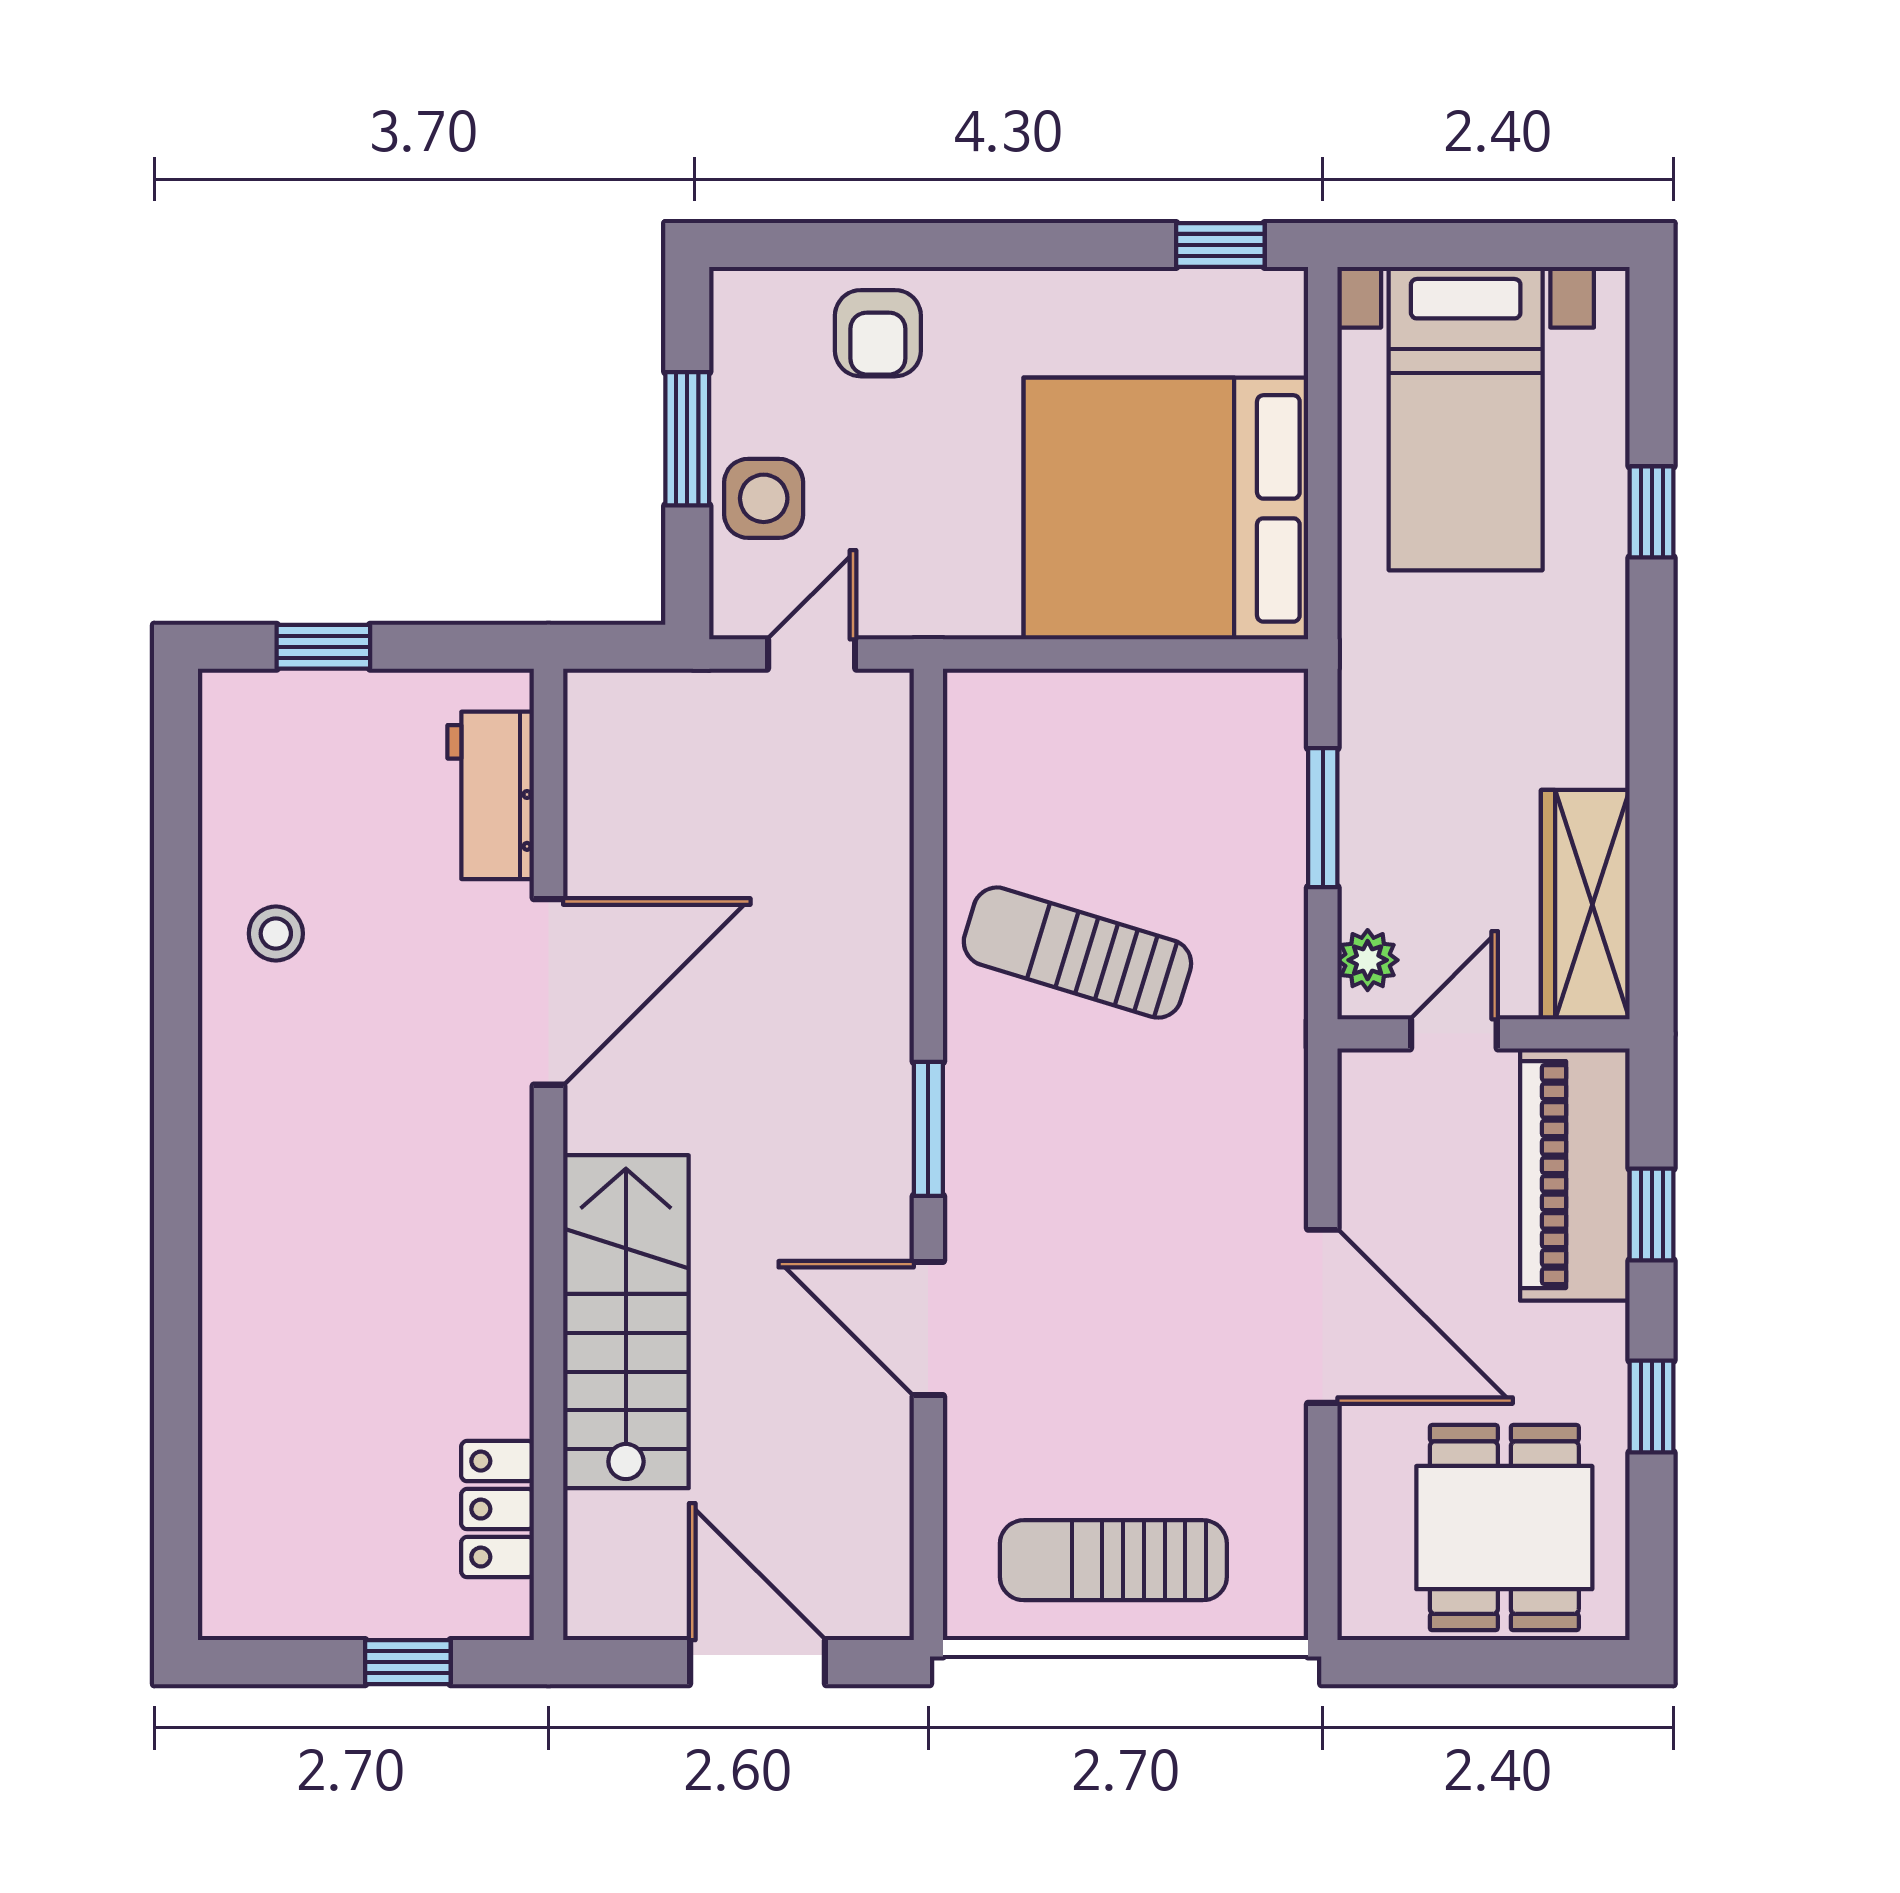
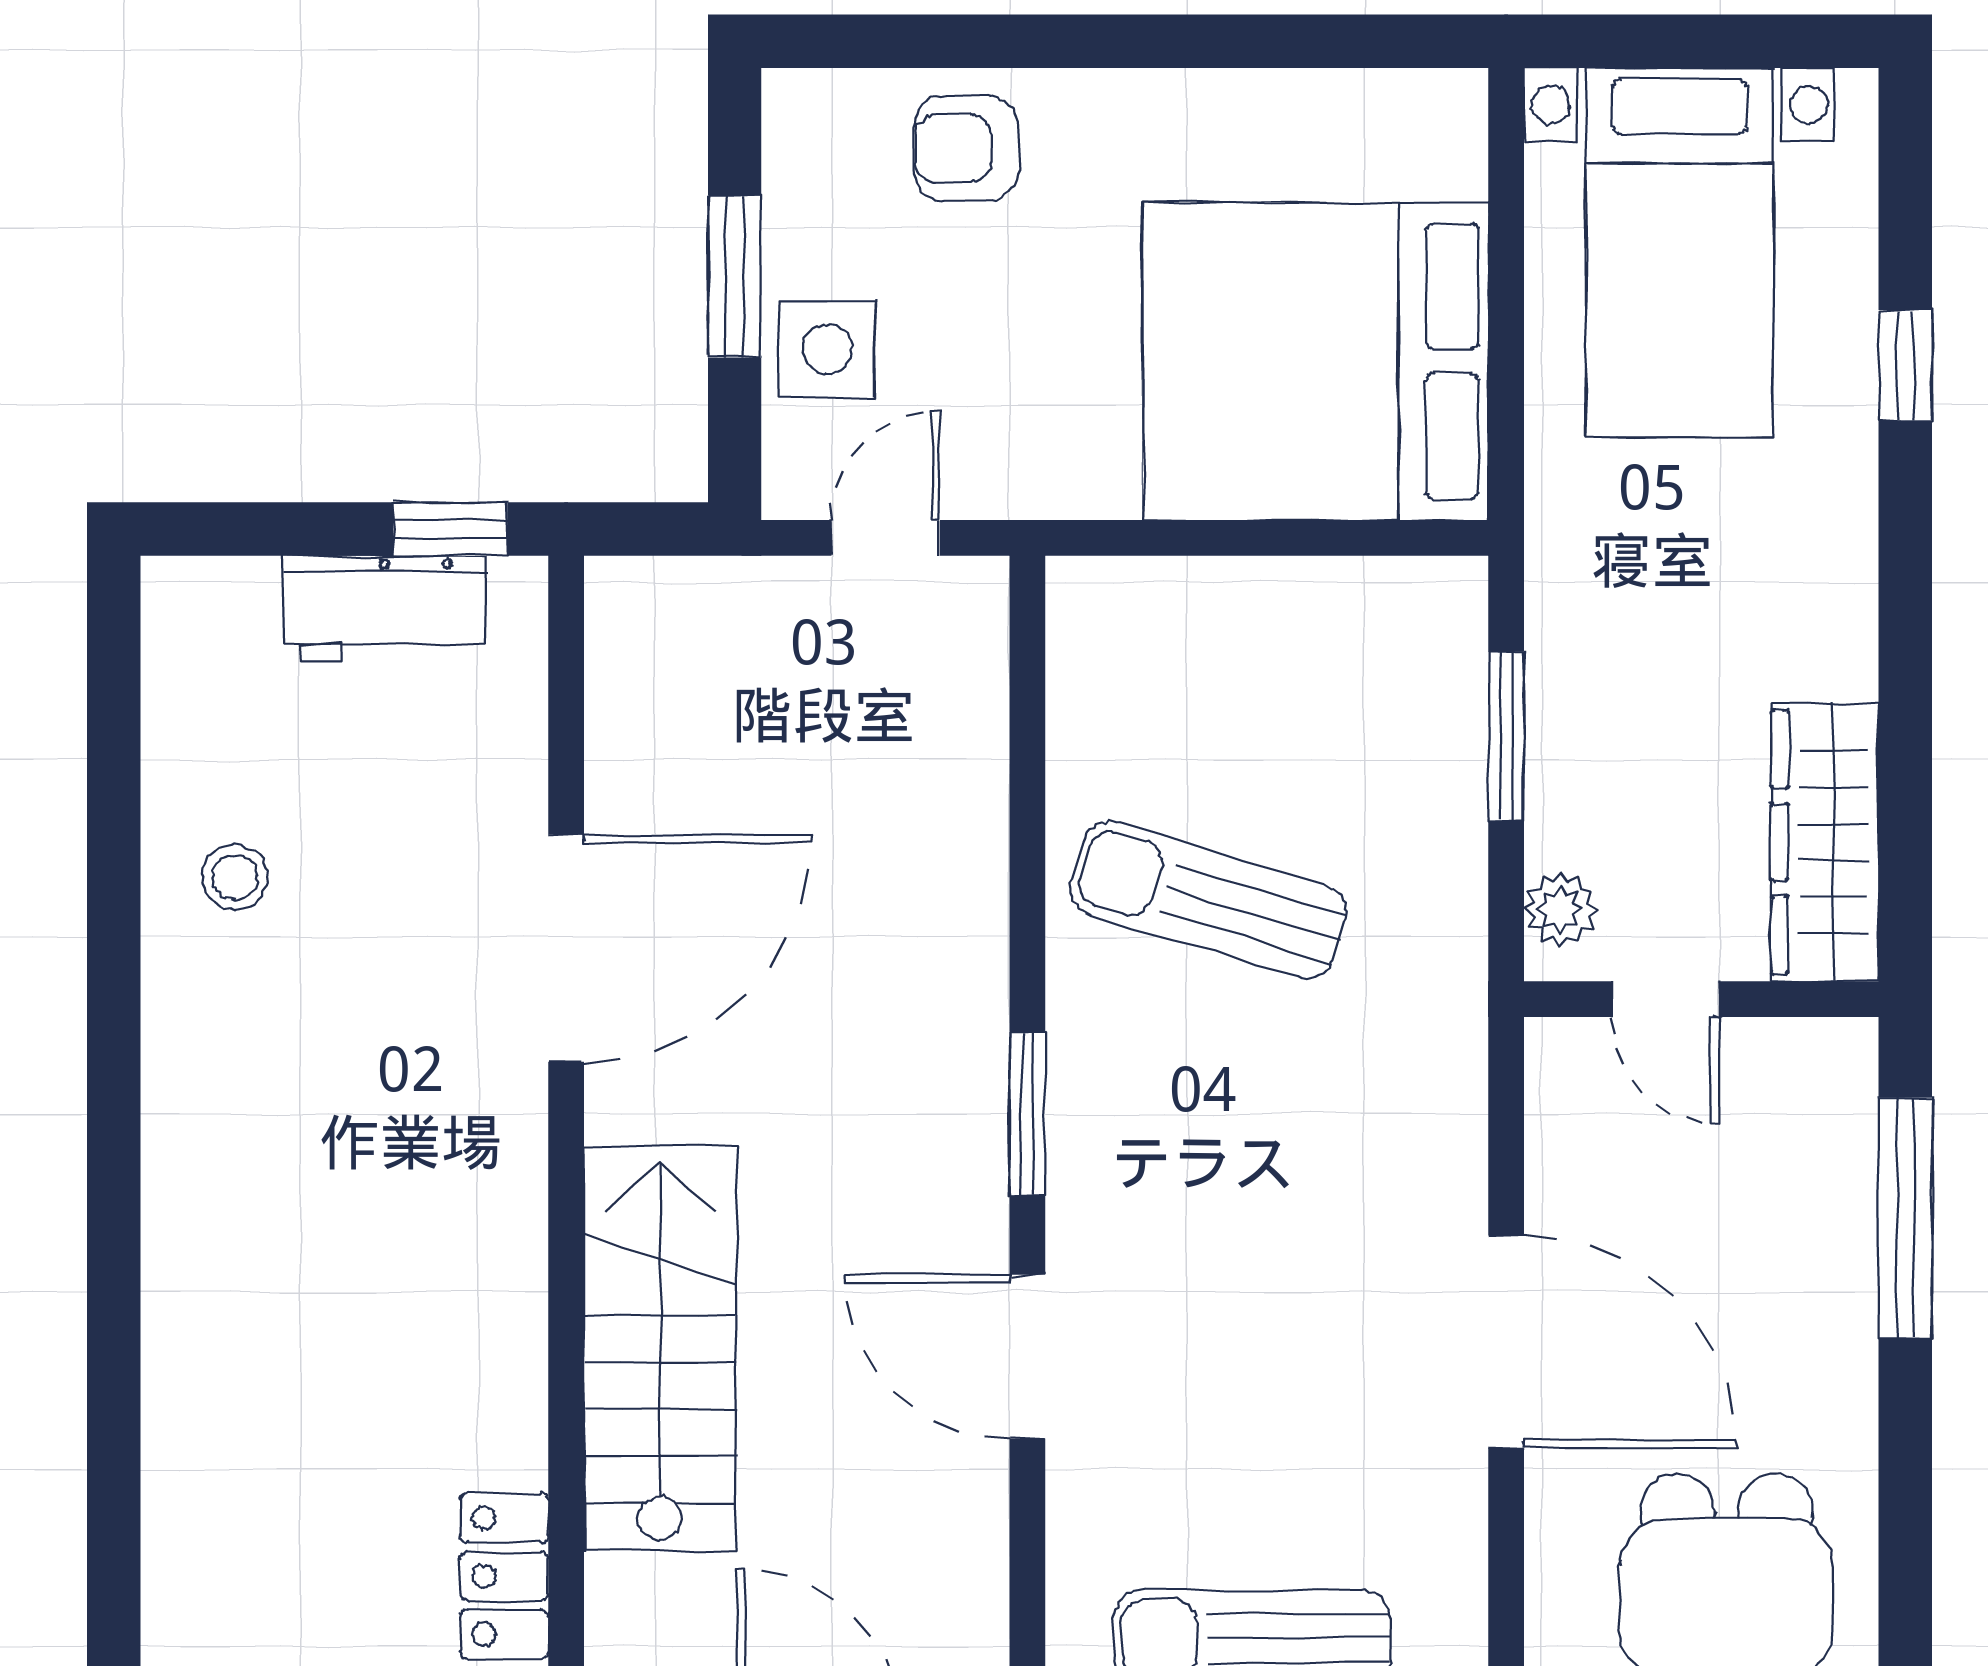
window: (1220, 245) -> (1382, 41), removed
armchair: (878, 333) -> (966, 148), turned 90
window: (323, 647) -> (450, 529), moved
workbench: (491, 795) -> (385, 608), moved, turned -90
door: (1454, 1034) -> (1665, 999), swing flipped
piano: (1575, 1175) -> (1812, 1170), removed
window: (1652, 1214) -> (1905, 1218), width x2.17
window: (1652, 1407) -> (1905, 1451), removed

